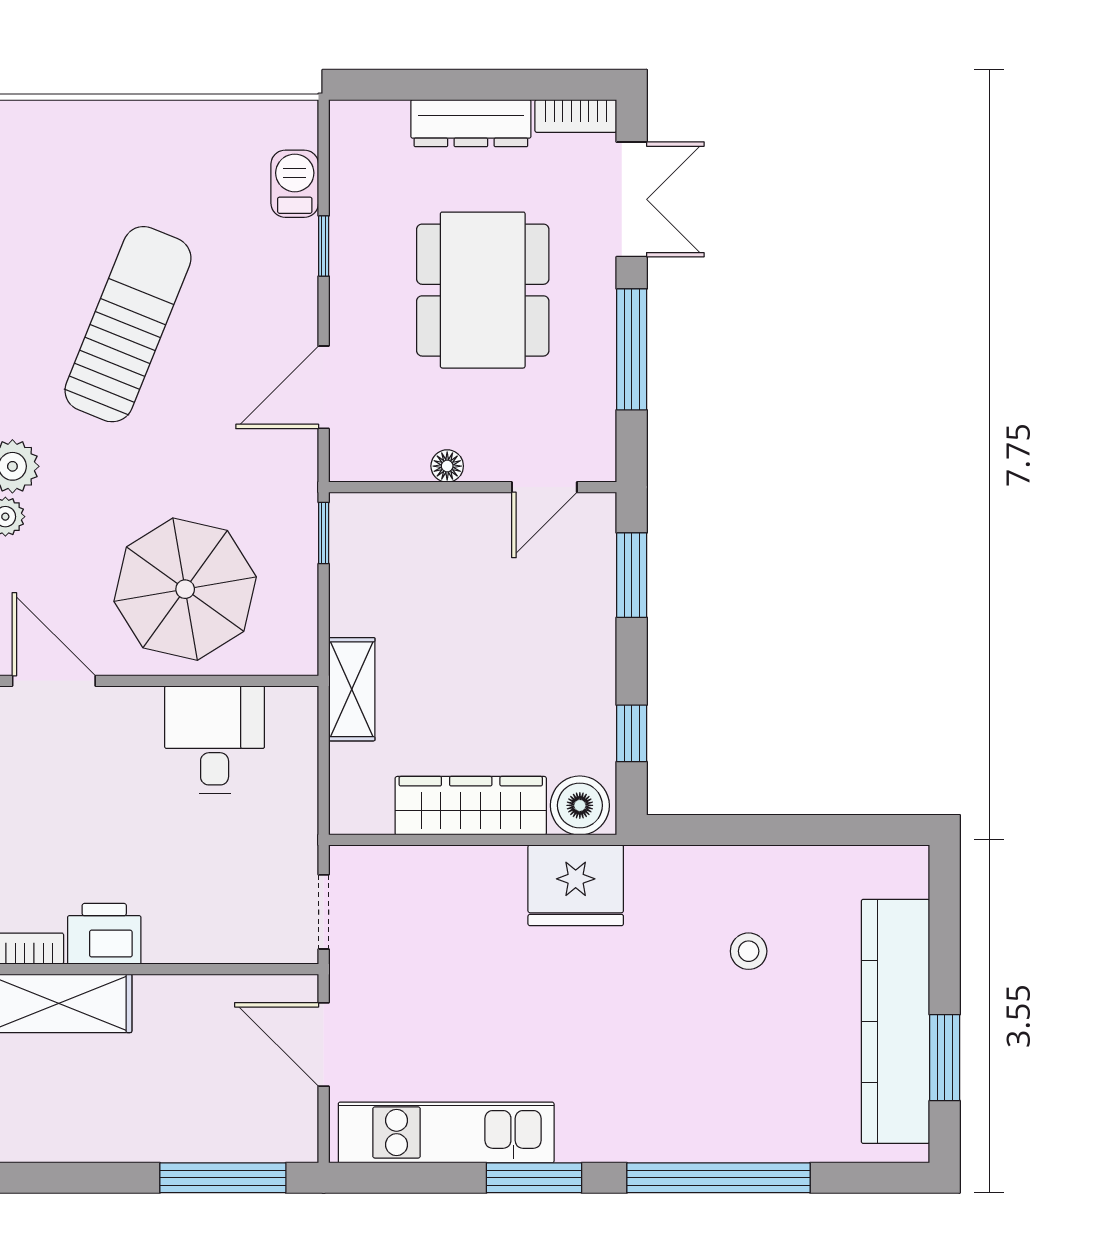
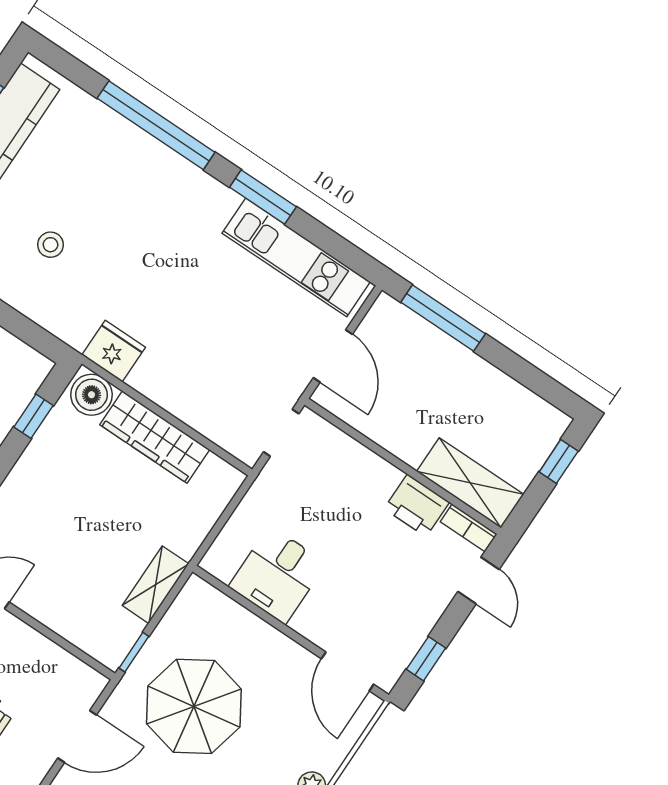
floor lamp: (447, 466) -> (36, 643), removed
parasol: (185, 589) -> (194, 706), moved
shelving: (352, 689) -> (156, 585), moved
fridge: (576, 885) -> (114, 351), width x0.73, depth x0.75

